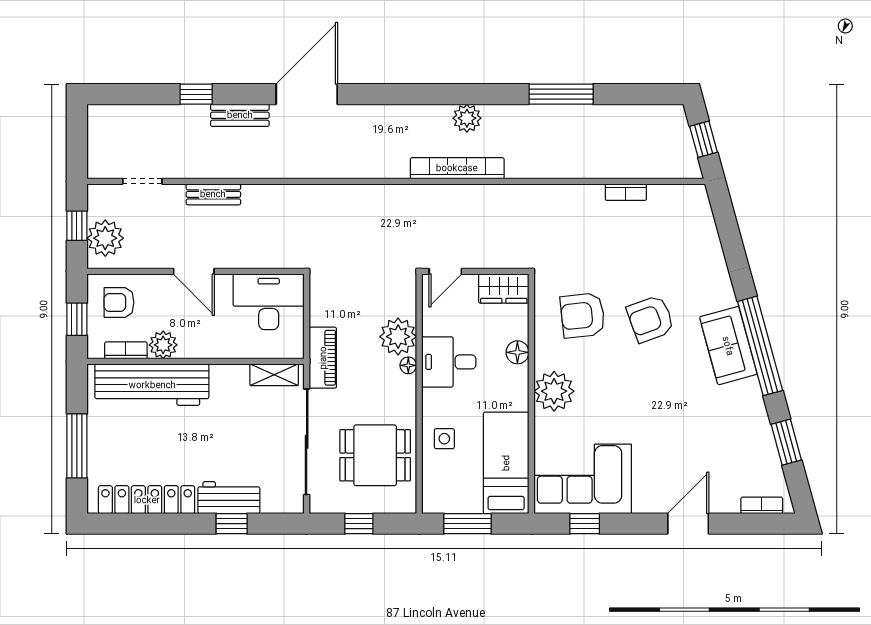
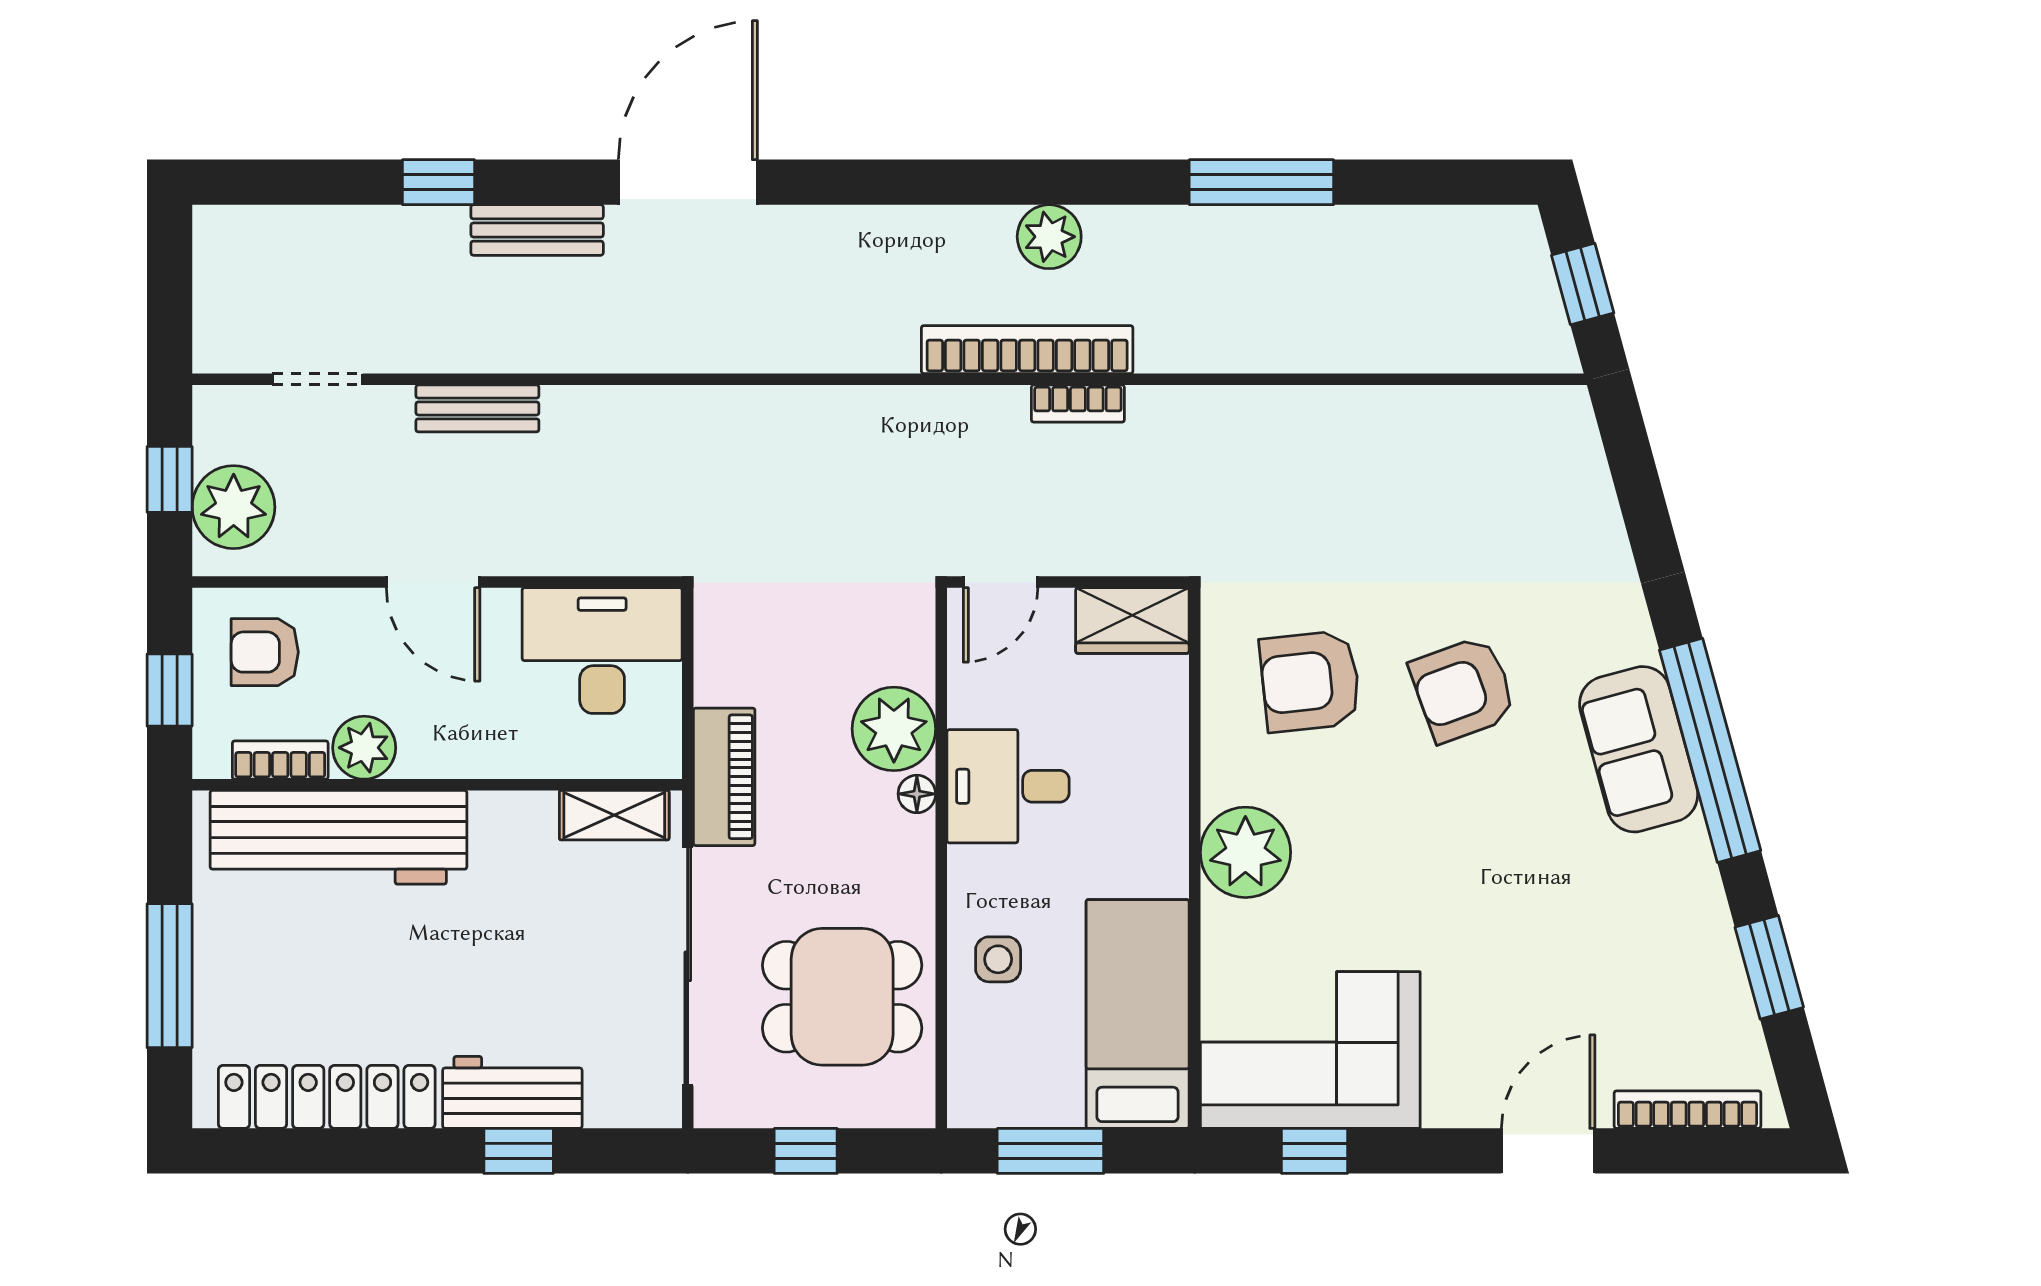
bookcase: (626, 192) -> (1078, 404), moved
floor lamp: (517, 352) -> (1163, 765), removed
bookcase: (762, 505) -> (1687, 1110), width x1.56

